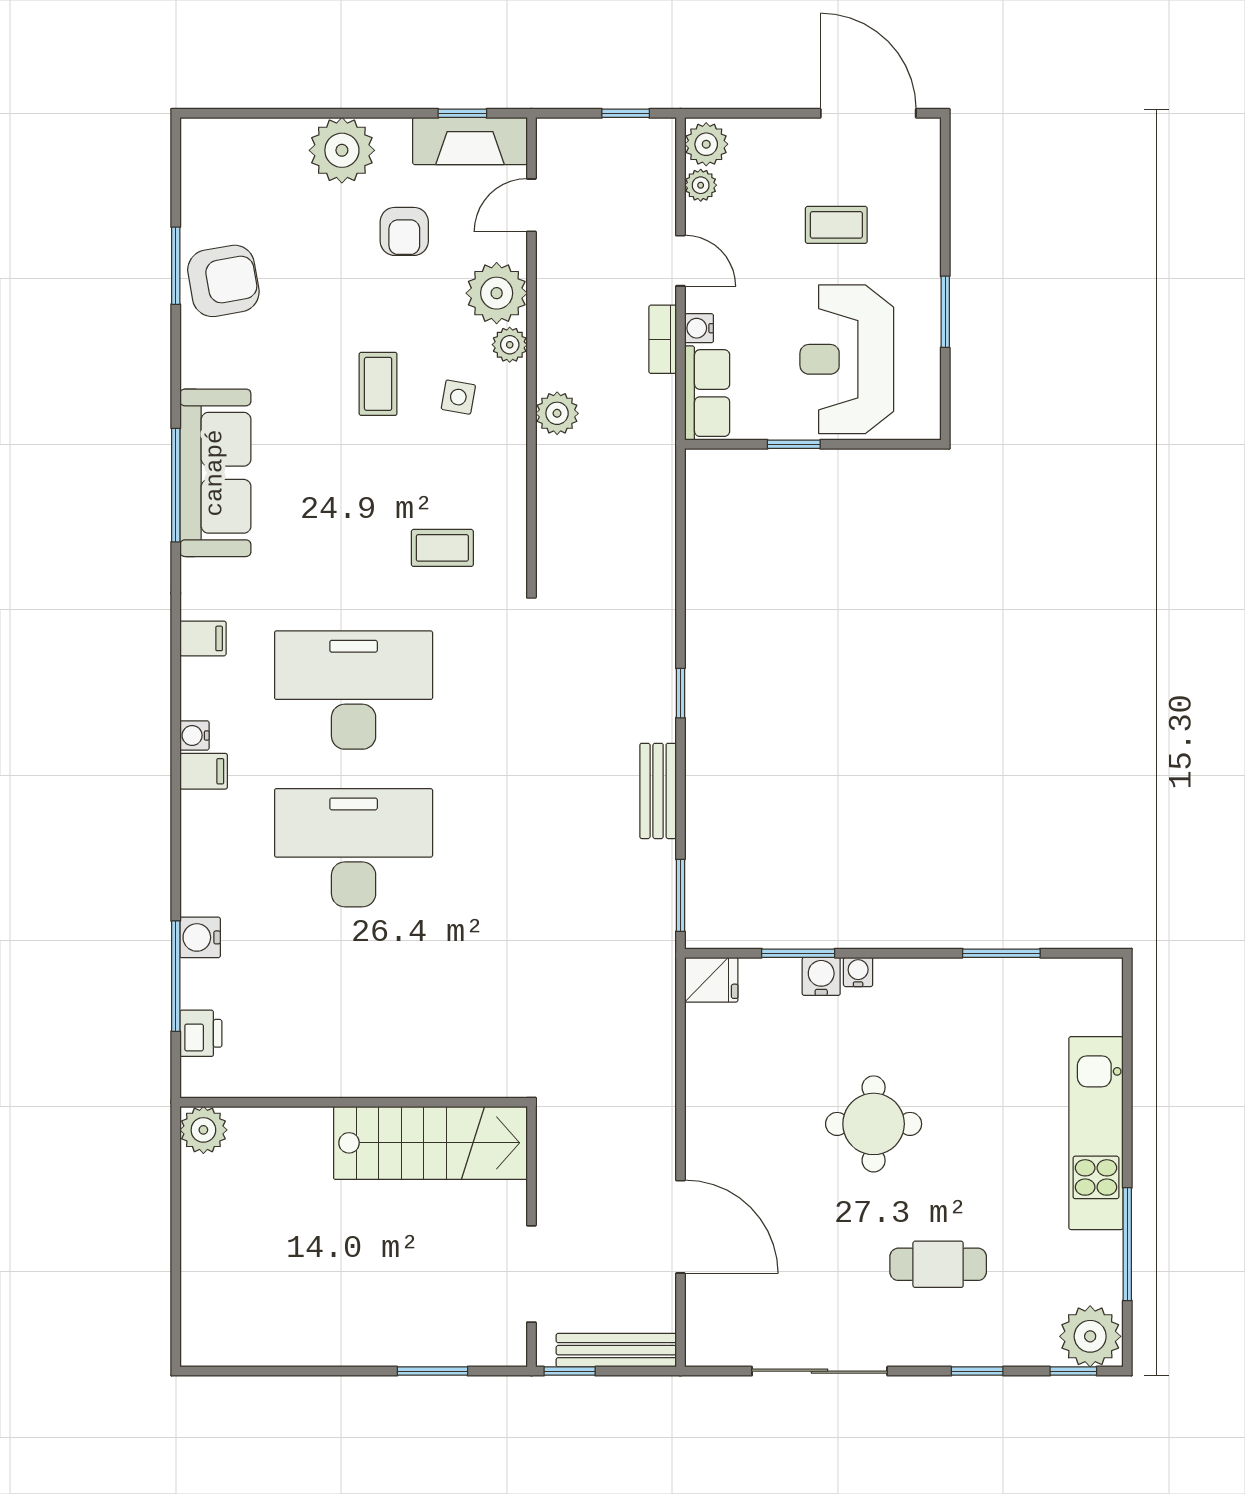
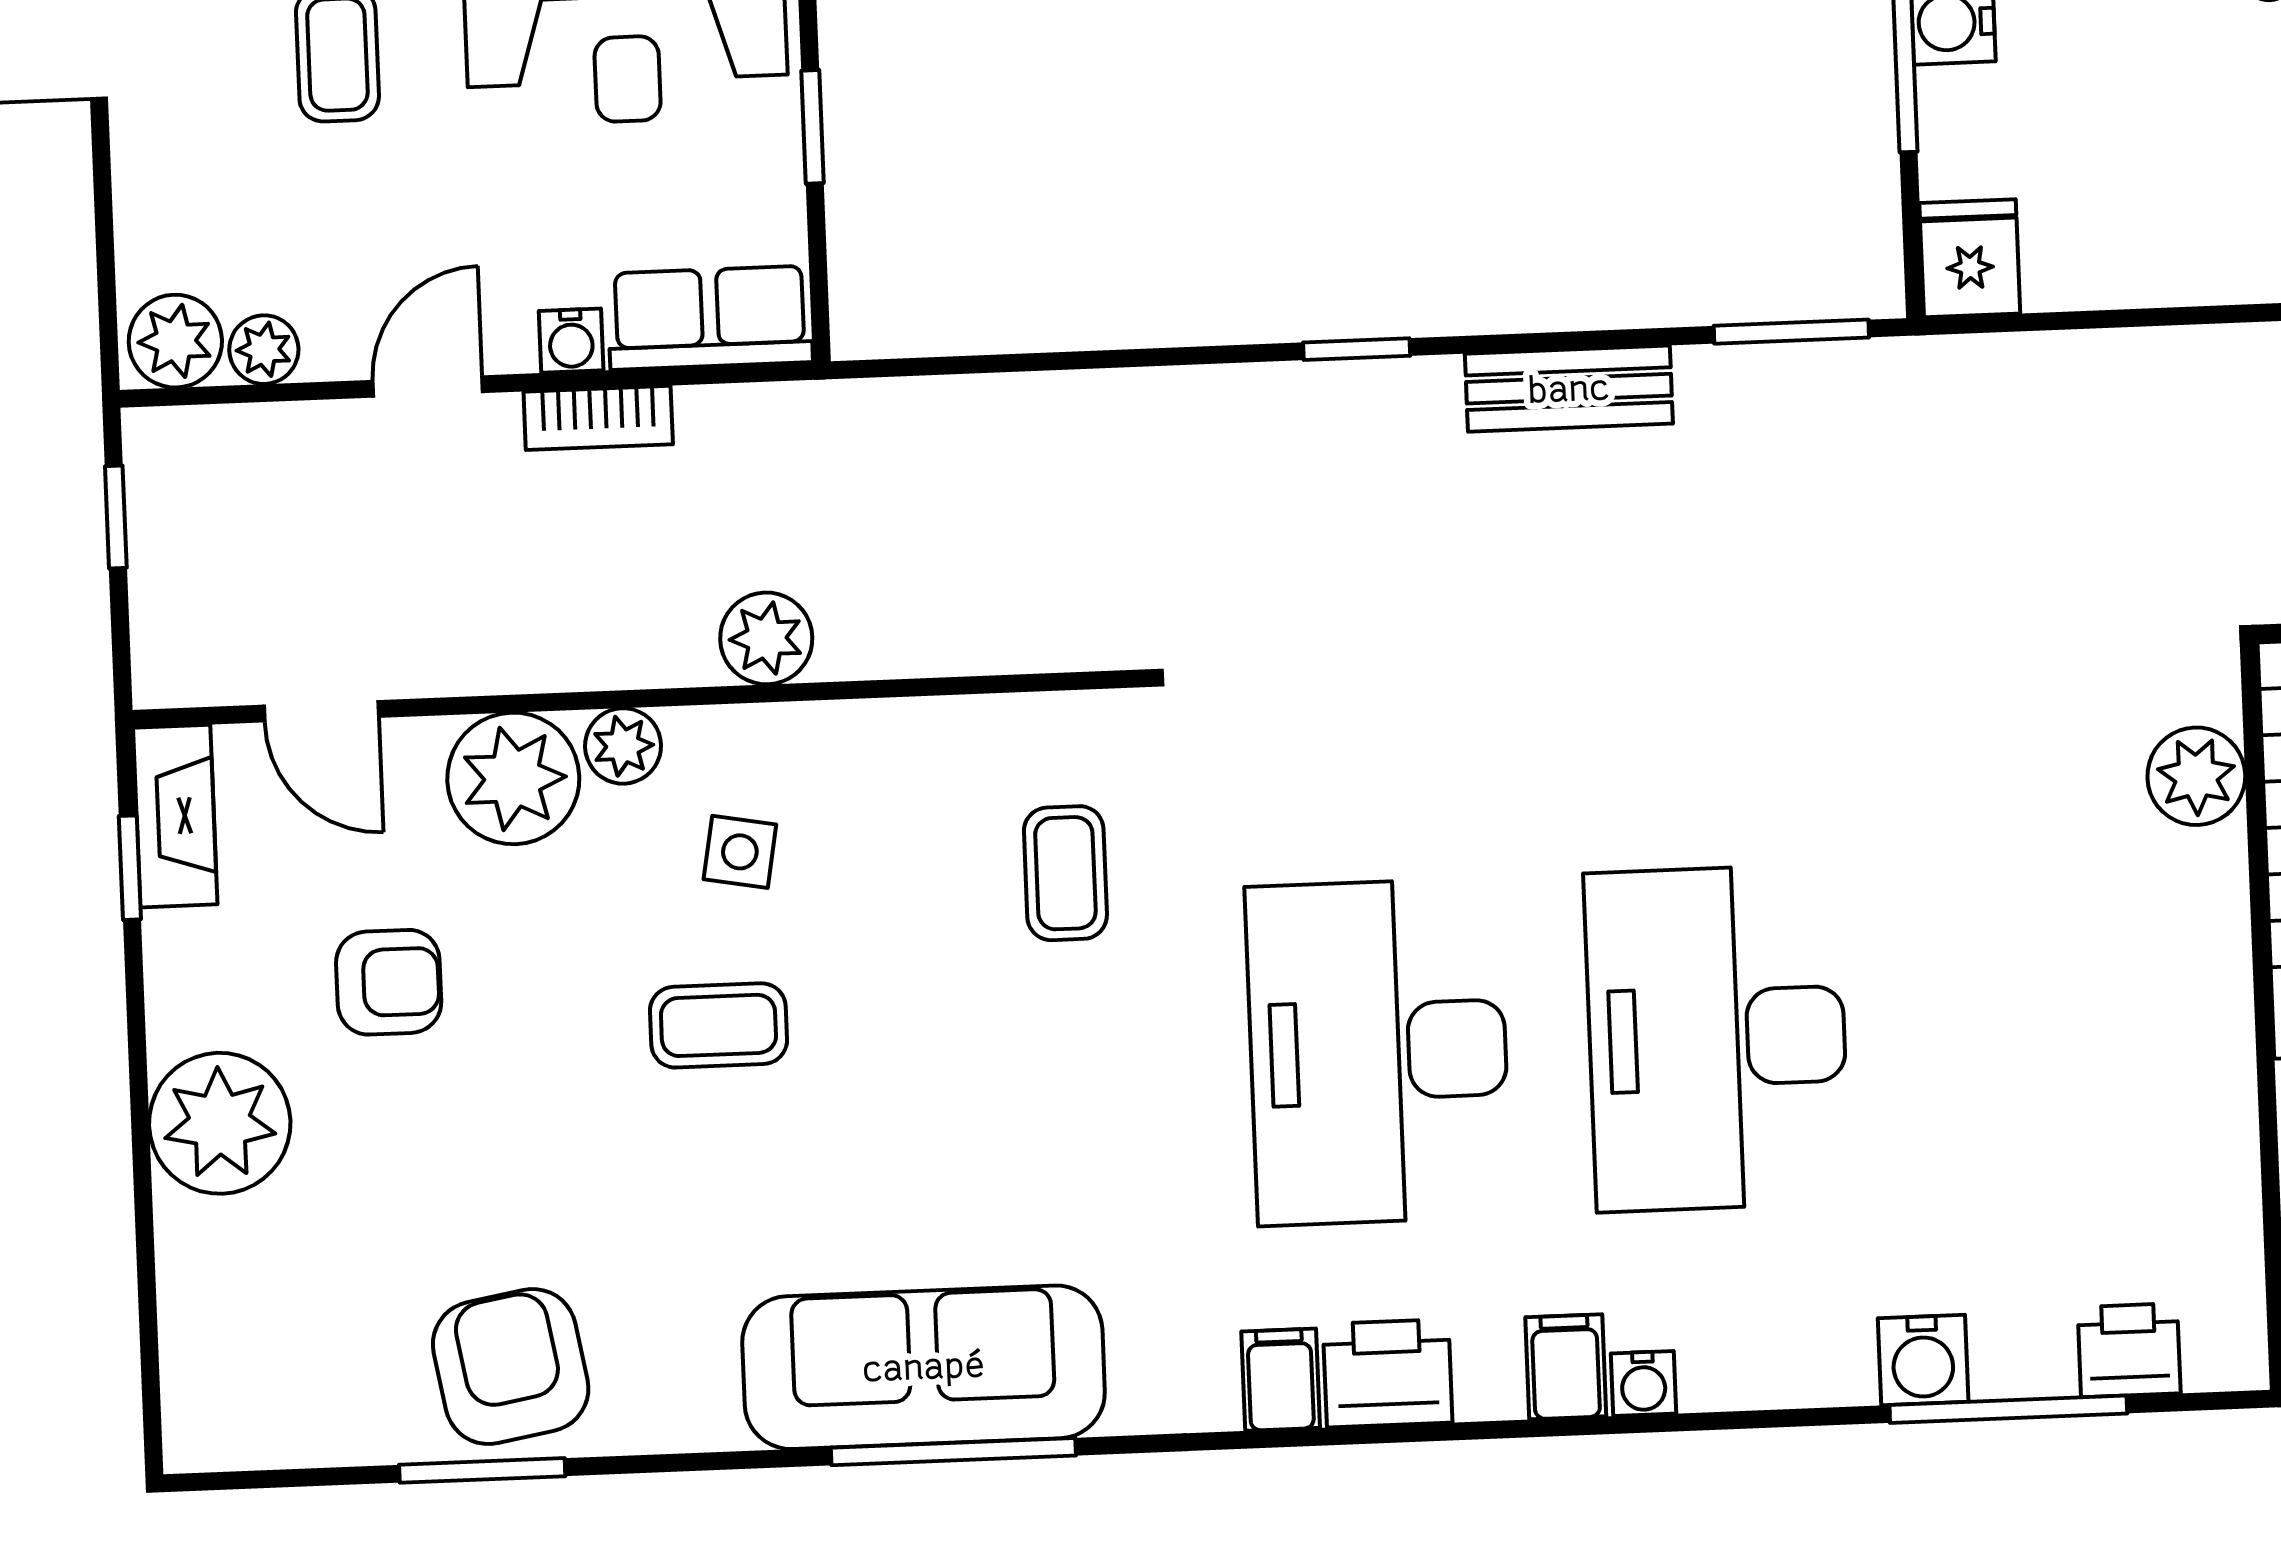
fireplace: (470, 141) -> (175, 816), width x0.73, depth x0.76
printer: (204, 688) -> (1388, 1373), added
water cooler: (194, 735) -> (1643, 1383), moved
plant: (466, 1075) -> (2196, 776), added

